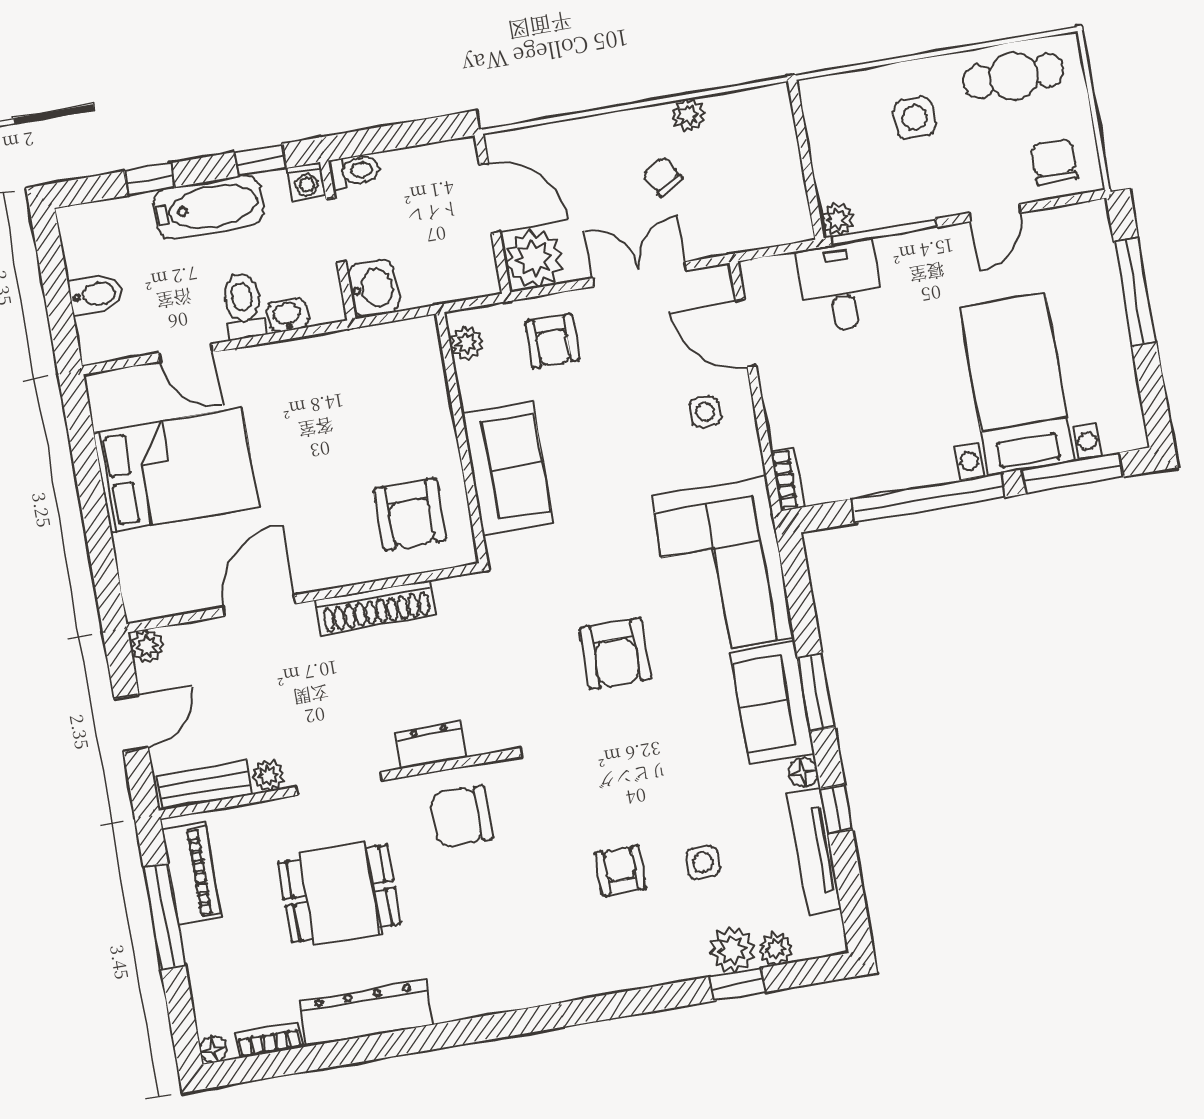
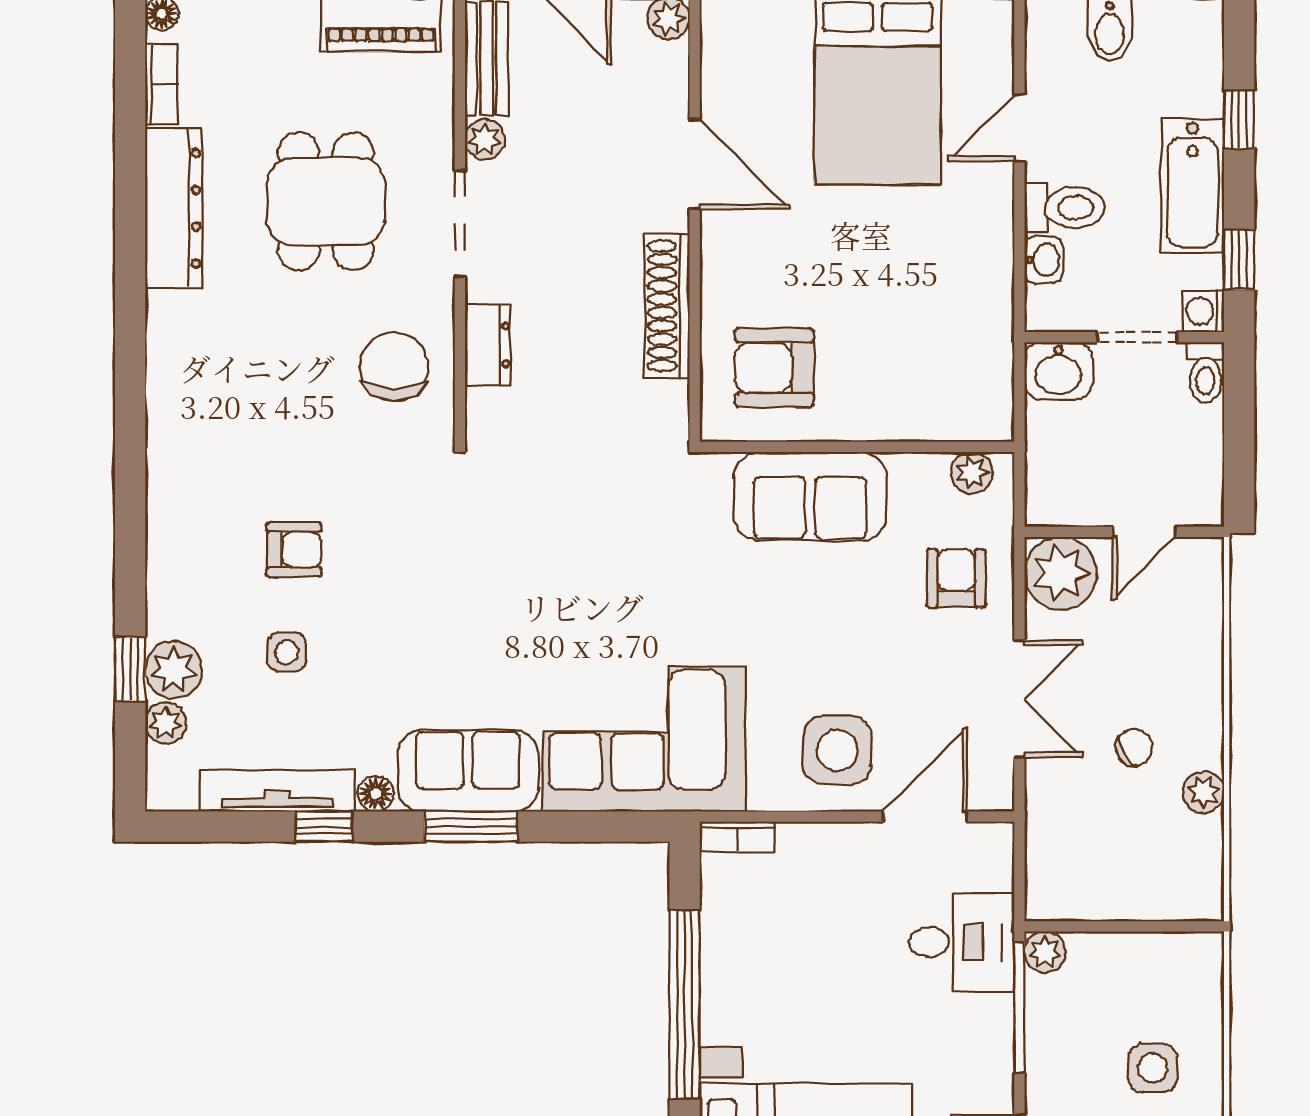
door: (490, 198) -> (1144, 532), width x0.73
armchair: (552, 341) -> (956, 578), turned 90
side table: (705, 412) -> (837, 750), width x1.87, depth x1.87
armchair: (615, 653) -> (561, 589), removed

